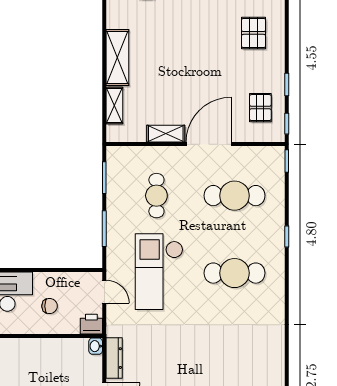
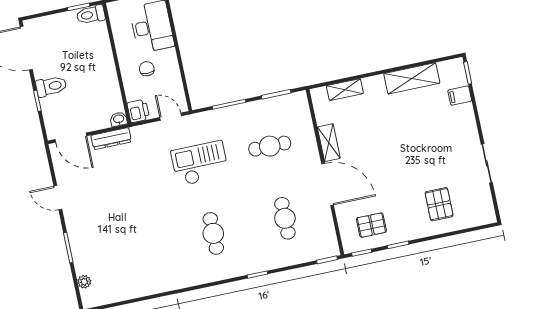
pallet: (254, 33) -> (439, 204), turned 90
shelving: (117, 58) -> (412, 78), moved
cafe table: (235, 196) -> (285, 218), width x0.73, depth x0.74
checkout: (159, 272) -> (200, 163), width x0.73, depth x0.83
cafe table: (235, 273) -> (213, 233), width x0.73, depth x0.74
door: (104, 292) -> (171, 117), swing flipped
chair: (50, 306) -> (147, 69), turned 180

